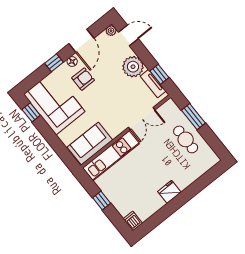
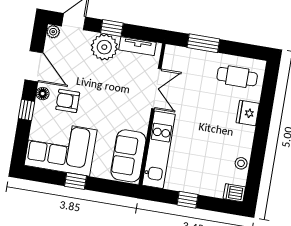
window: (159, 74) -> (112, 28), moved
armchair: (83, 79) -> (68, 101), turned -90
window: (31, 112) -> (75, 181), moved
cafe table: (186, 139) -> (237, 77), moved
fridge: (169, 192) -> (248, 113), moved
stool: (152, 207) -> (241, 163), added

